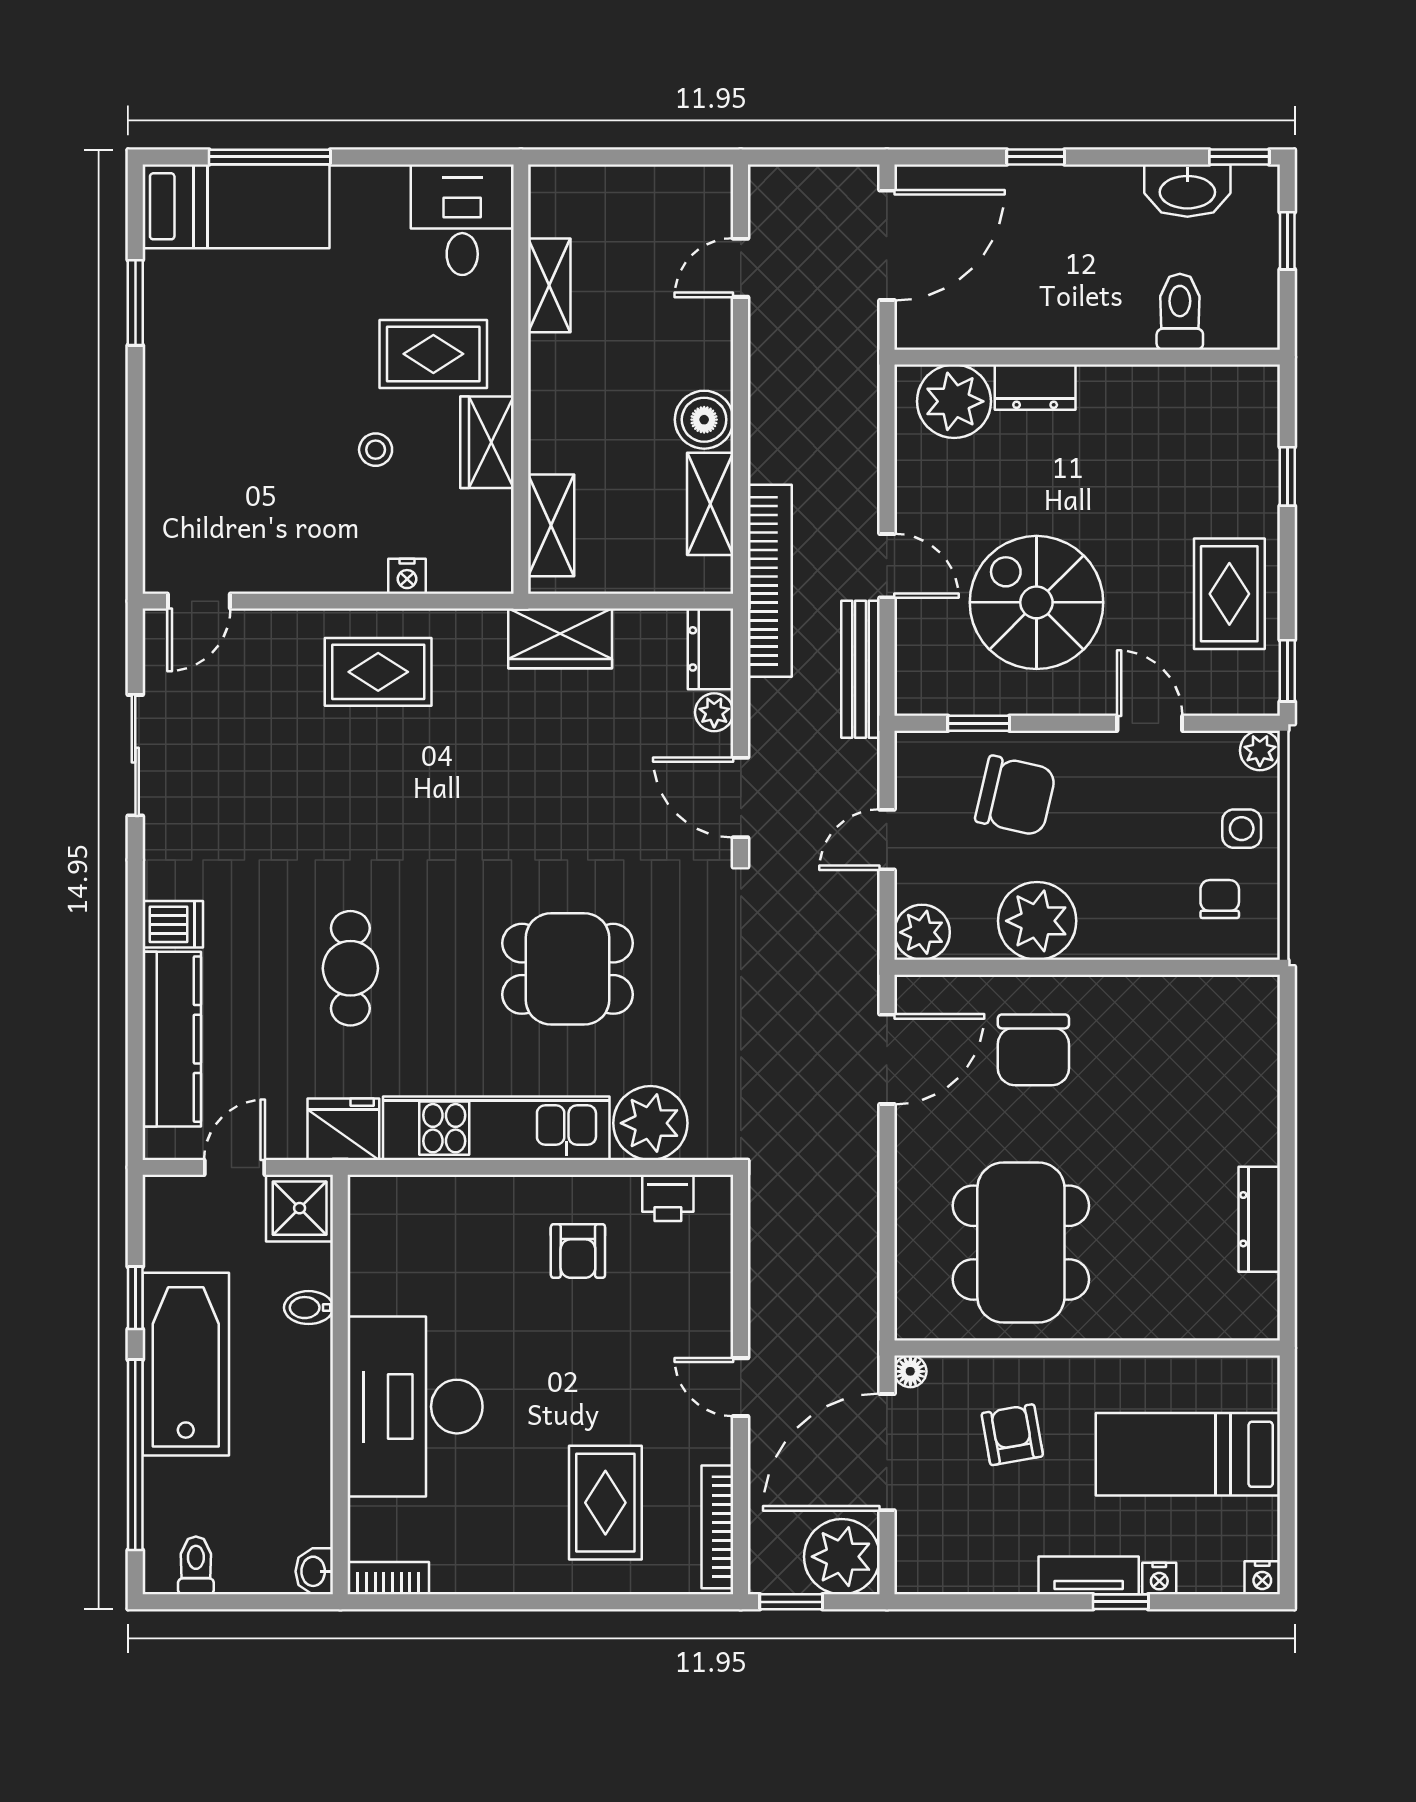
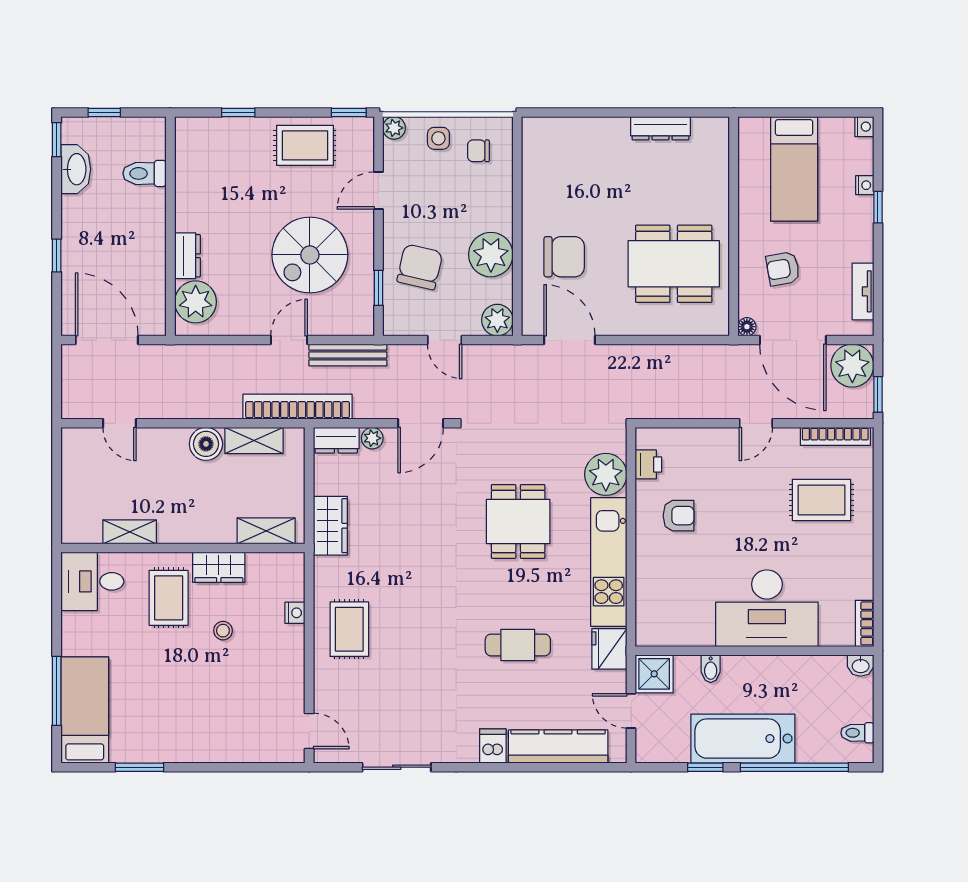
tv unit: (1089, 1575) -> (863, 291), moved

